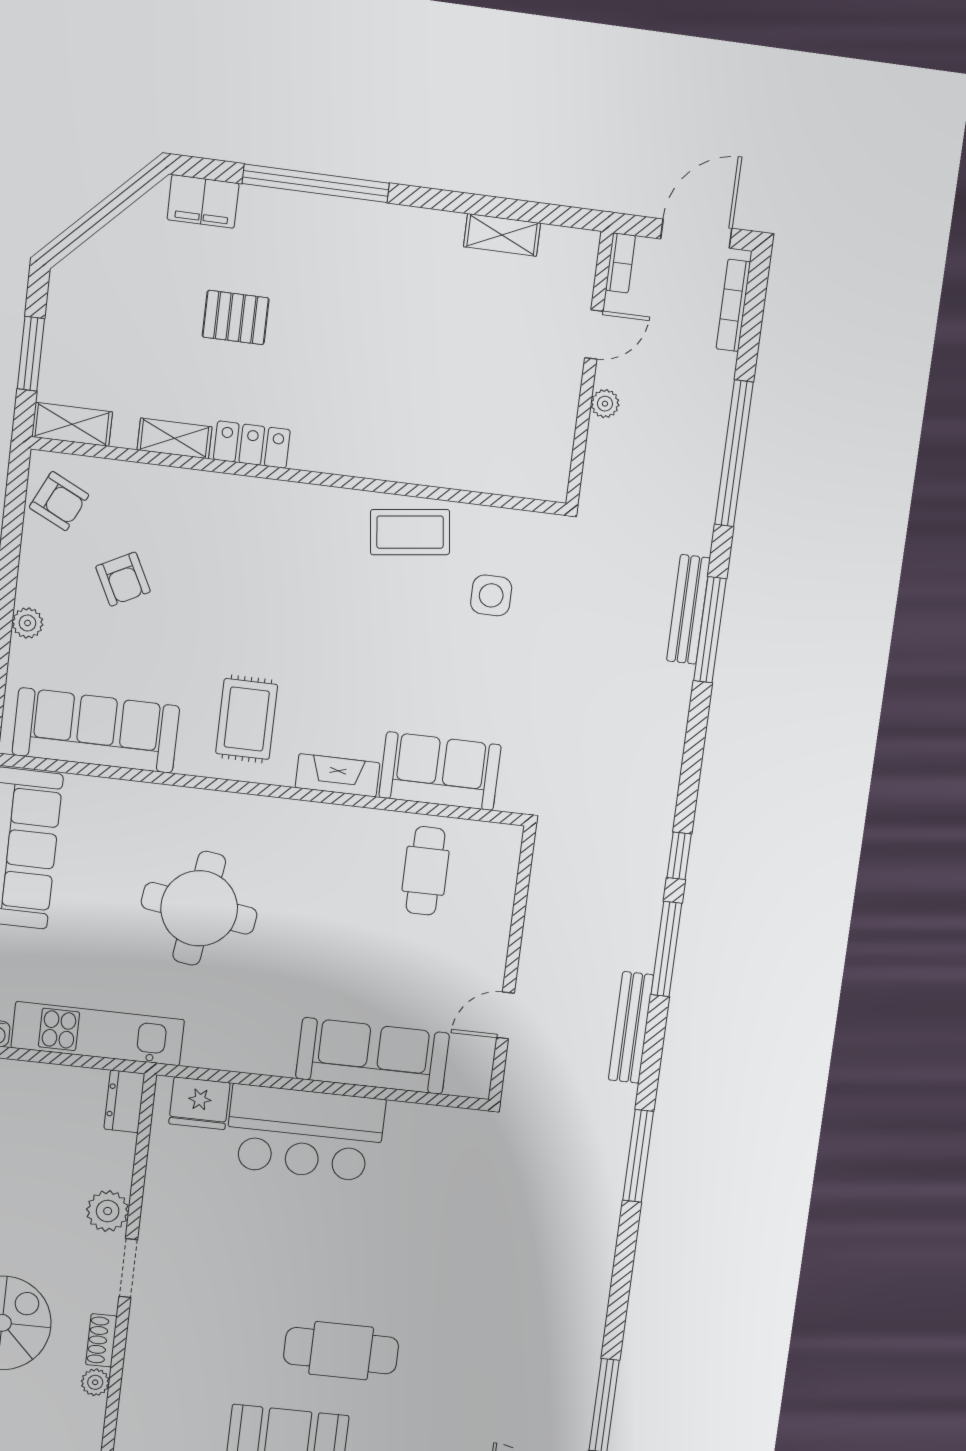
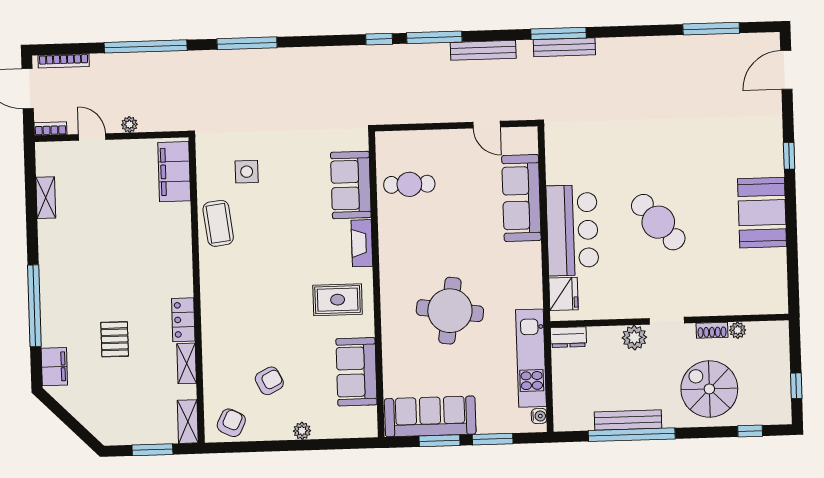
filing cabinet: (511, 469) -> (174, 172), added
bench: (688, 609) -> (564, 47), moved
sofa: (96, 730) -> (356, 372), width x0.73
cafe table: (341, 1351) -> (658, 222), moved, turned -41

